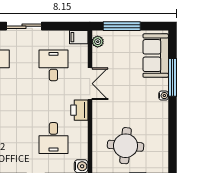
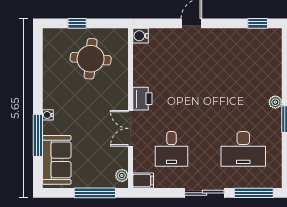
desk: (53, 138) -> (171, 67), removed

